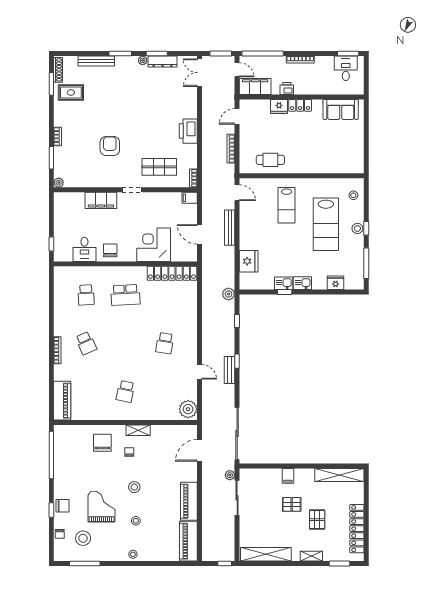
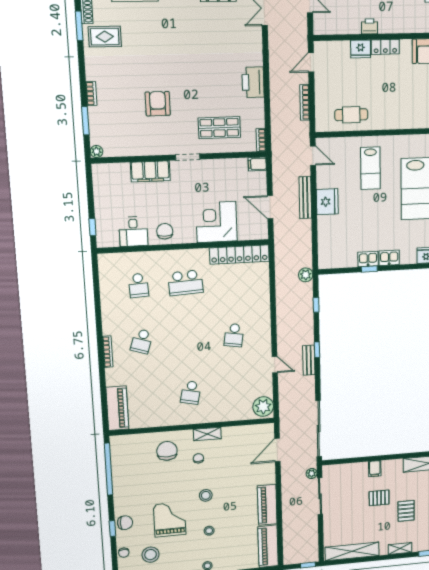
filing cabinet: (255, 86) -> (332, 24), removed
fridge: (249, 261) -> (327, 202), moved
school desk: (86, 343) -> (142, 341), turned 42

